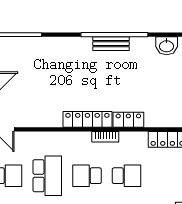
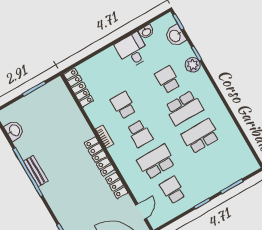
locker: (128, 120) -> (117, 185), moved

